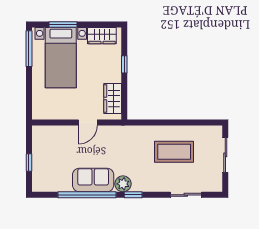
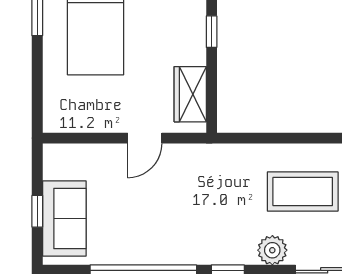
sofa: (93, 180) -> (64, 218), moved, turned 90
plant: (123, 184) -> (272, 250), moved

